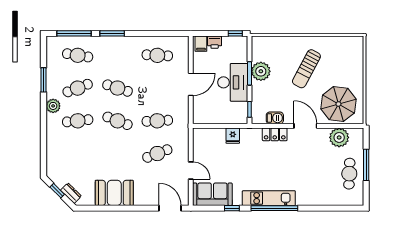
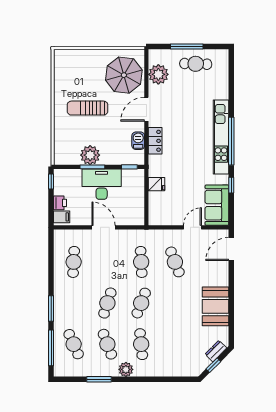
cafe table: (78, 55) -> (74, 344), turned -33
sun lounger: (306, 69) -> (88, 108), turned 152
kitchen unit: (269, 198) -> (221, 137), width x1.36

